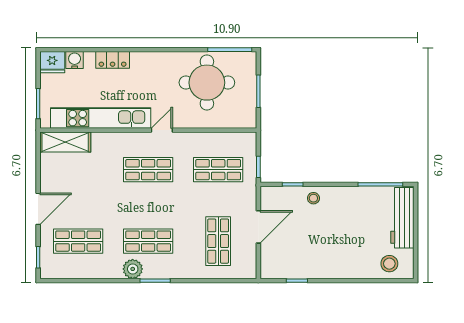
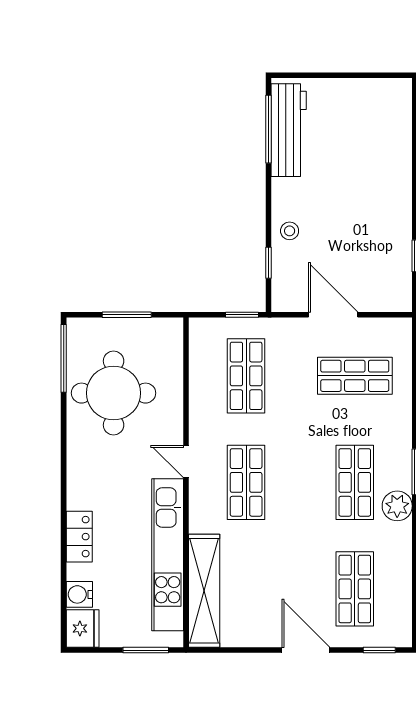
shelving: (65, 142) -> (204, 591), width x1.47
workbench: (402, 218) -> (289, 130), moved, turned -90
stool: (389, 264) -> (389, 115), removed

